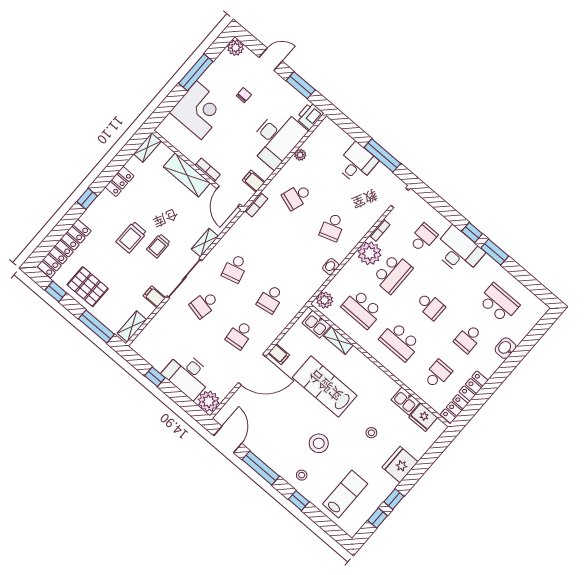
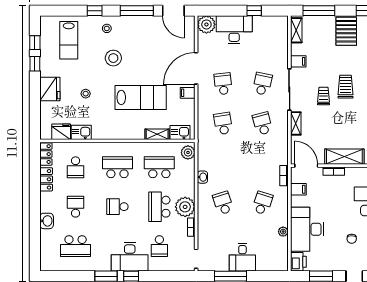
pallet: (88, 287) -> (346, 31), turned 90

